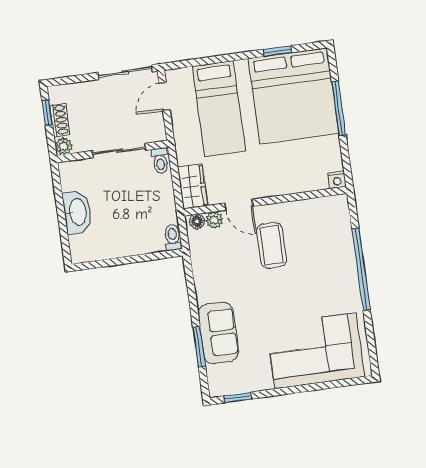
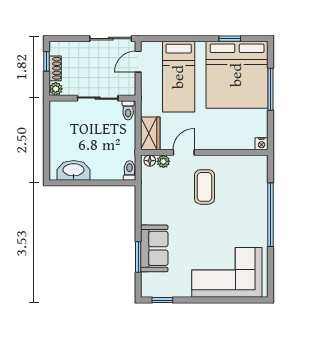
door: (239, 205) -> (184, 152), swing flipped
washbasin: (77, 212) -> (74, 170), moved, turned -90

